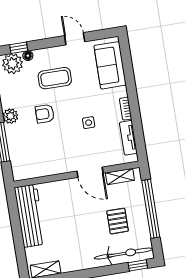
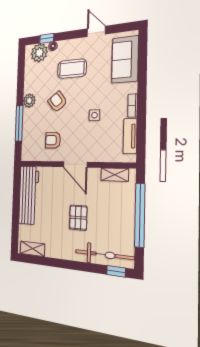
armchair: (45, 114) -> (57, 102), turned 52
armchair: (47, 154) -> (53, 140), added
door: (90, 172) -> (75, 164), moved
pallet: (118, 221) -> (78, 218), moved

